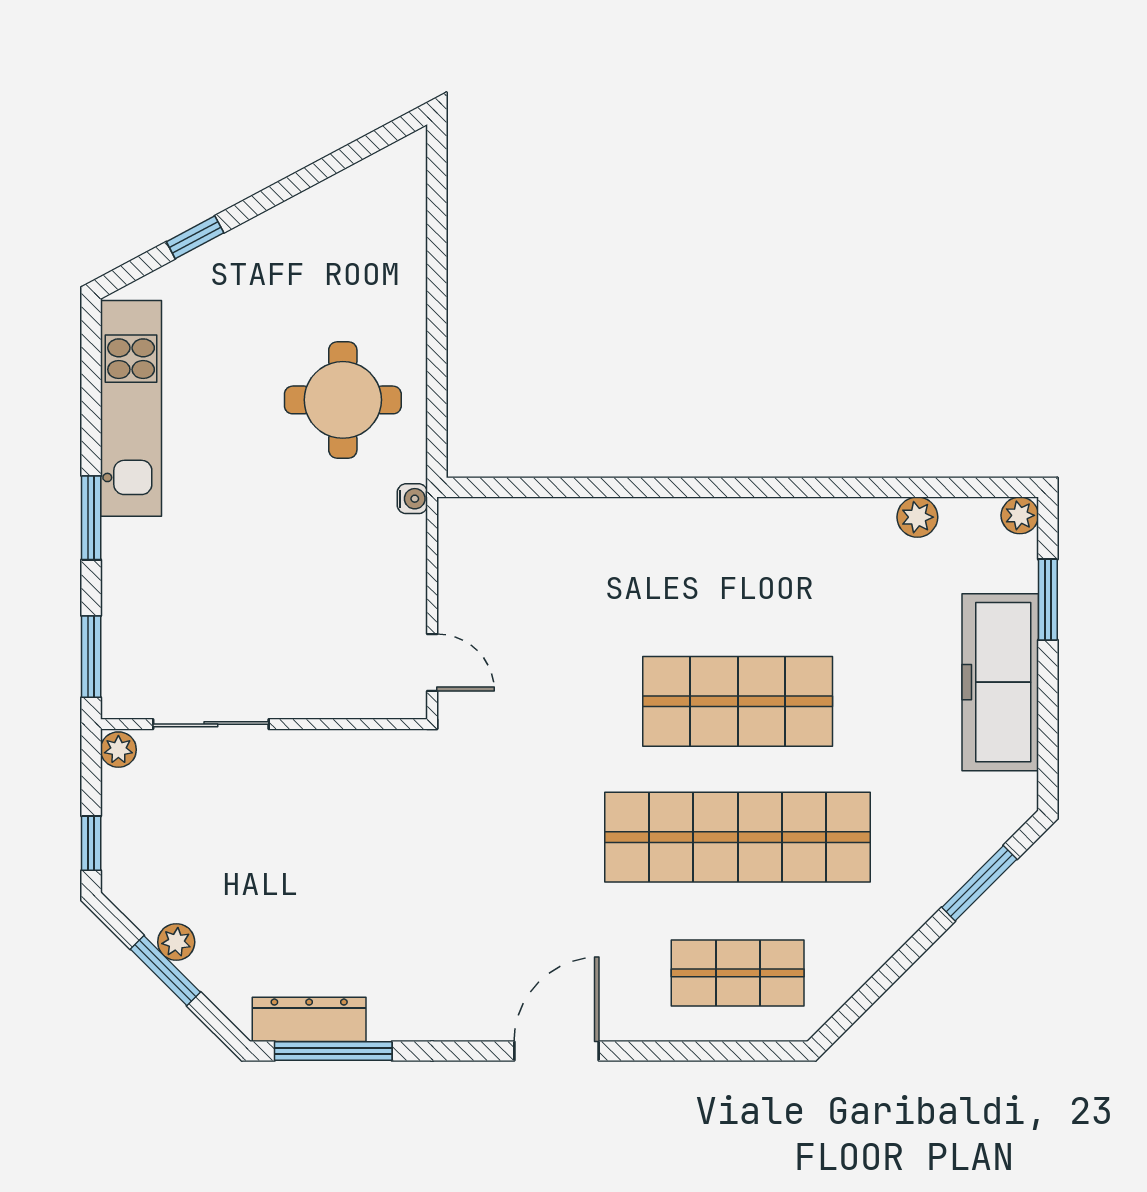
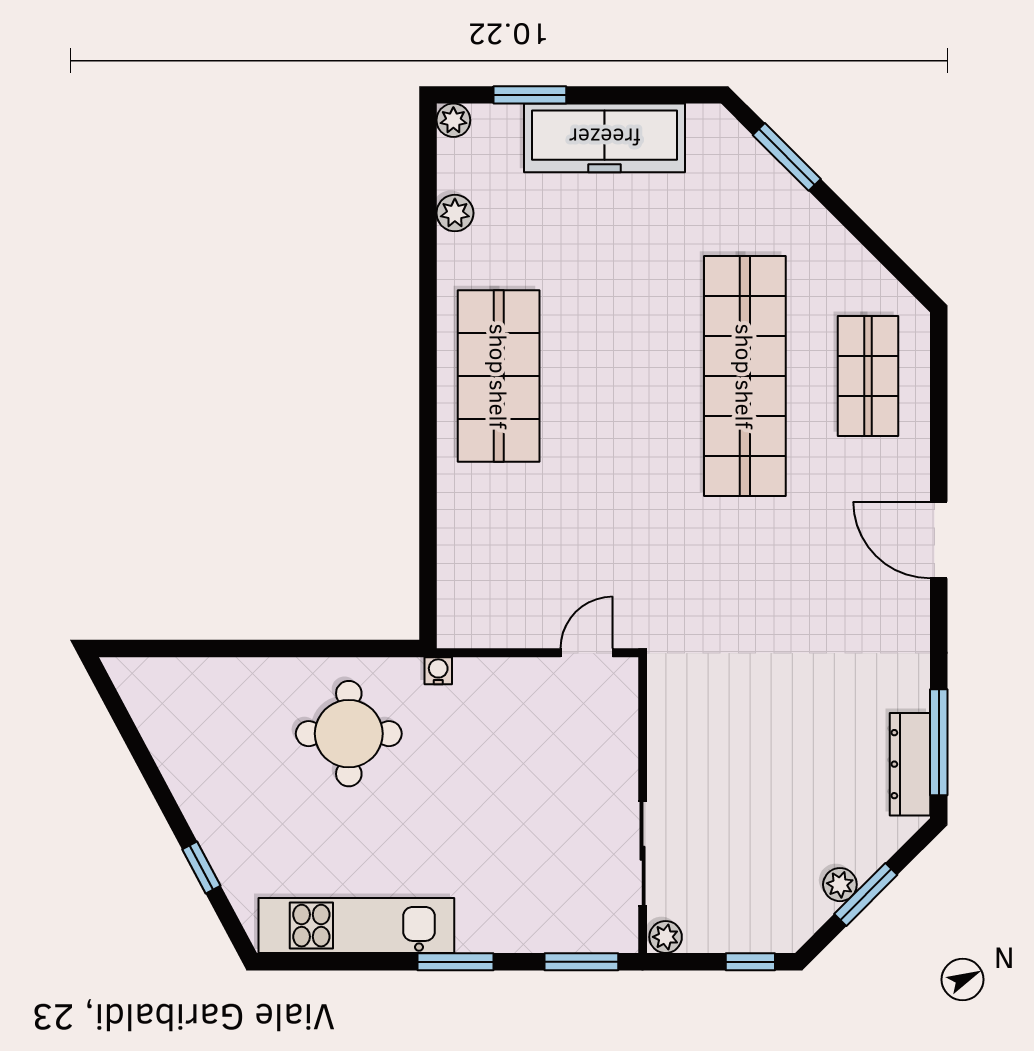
shop shelf: (738, 701) -> (499, 376), moved

